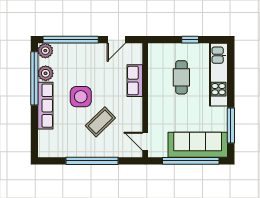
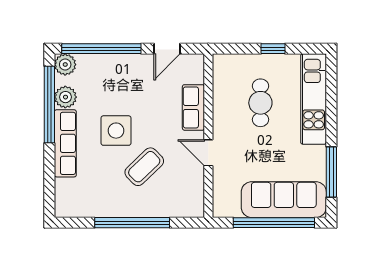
door: (145, 141) -> (208, 153), moved

